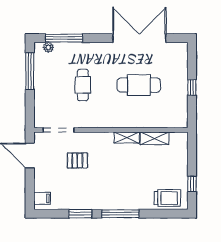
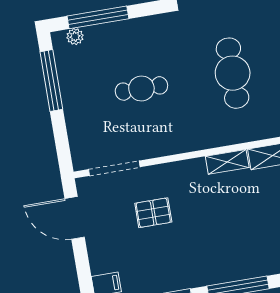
cafe table: (83, 85) -> (141, 88), turned 90
cafe table: (139, 85) -> (233, 73), turned 90

